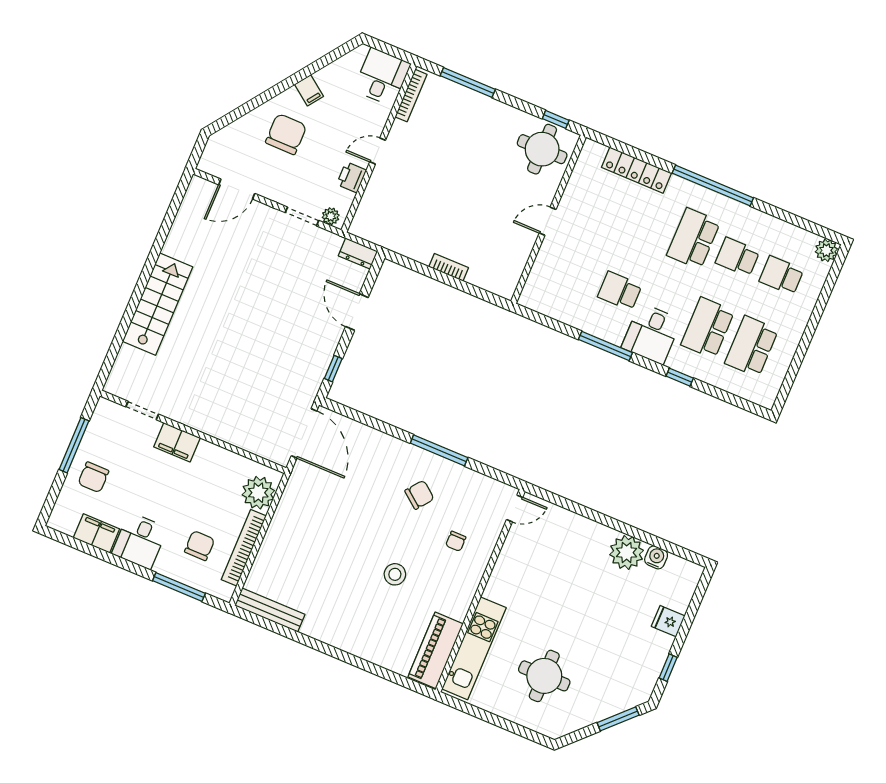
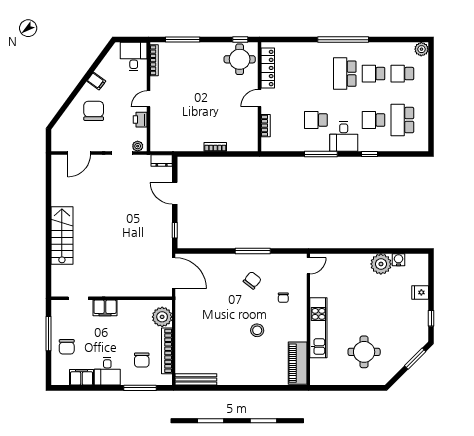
locker: (636, 170) -> (268, 68), moved, turned -90
bookcase: (539, 267) -> (266, 126), added
school desk: (708, 328) -> (374, 120), width x0.54
chair: (200, 546) -> (142, 360), turned 180
kitchen unit: (474, 648) -> (318, 328), moved

